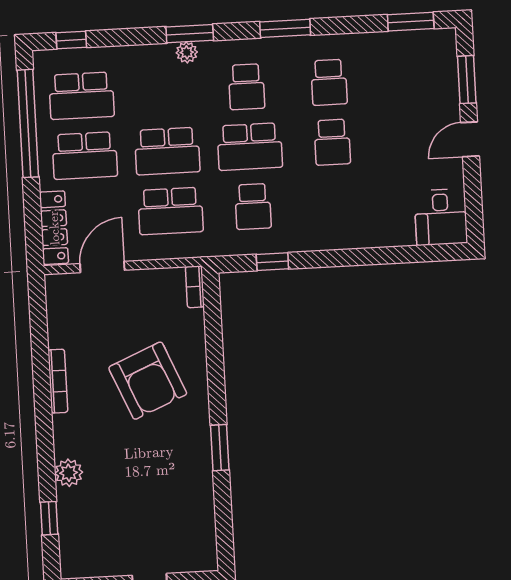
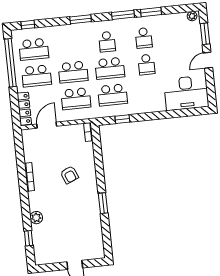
window: (411, 22) -> (151, 12), moved
plant: (187, 52) -> (192, 16), moved
school desk: (253, 206) -> (113, 95), width x1.85
desk: (441, 217) -> (186, 93), width x1.87, depth x1.30
armchair: (148, 381) -> (69, 175), width x0.53, depth x0.53

